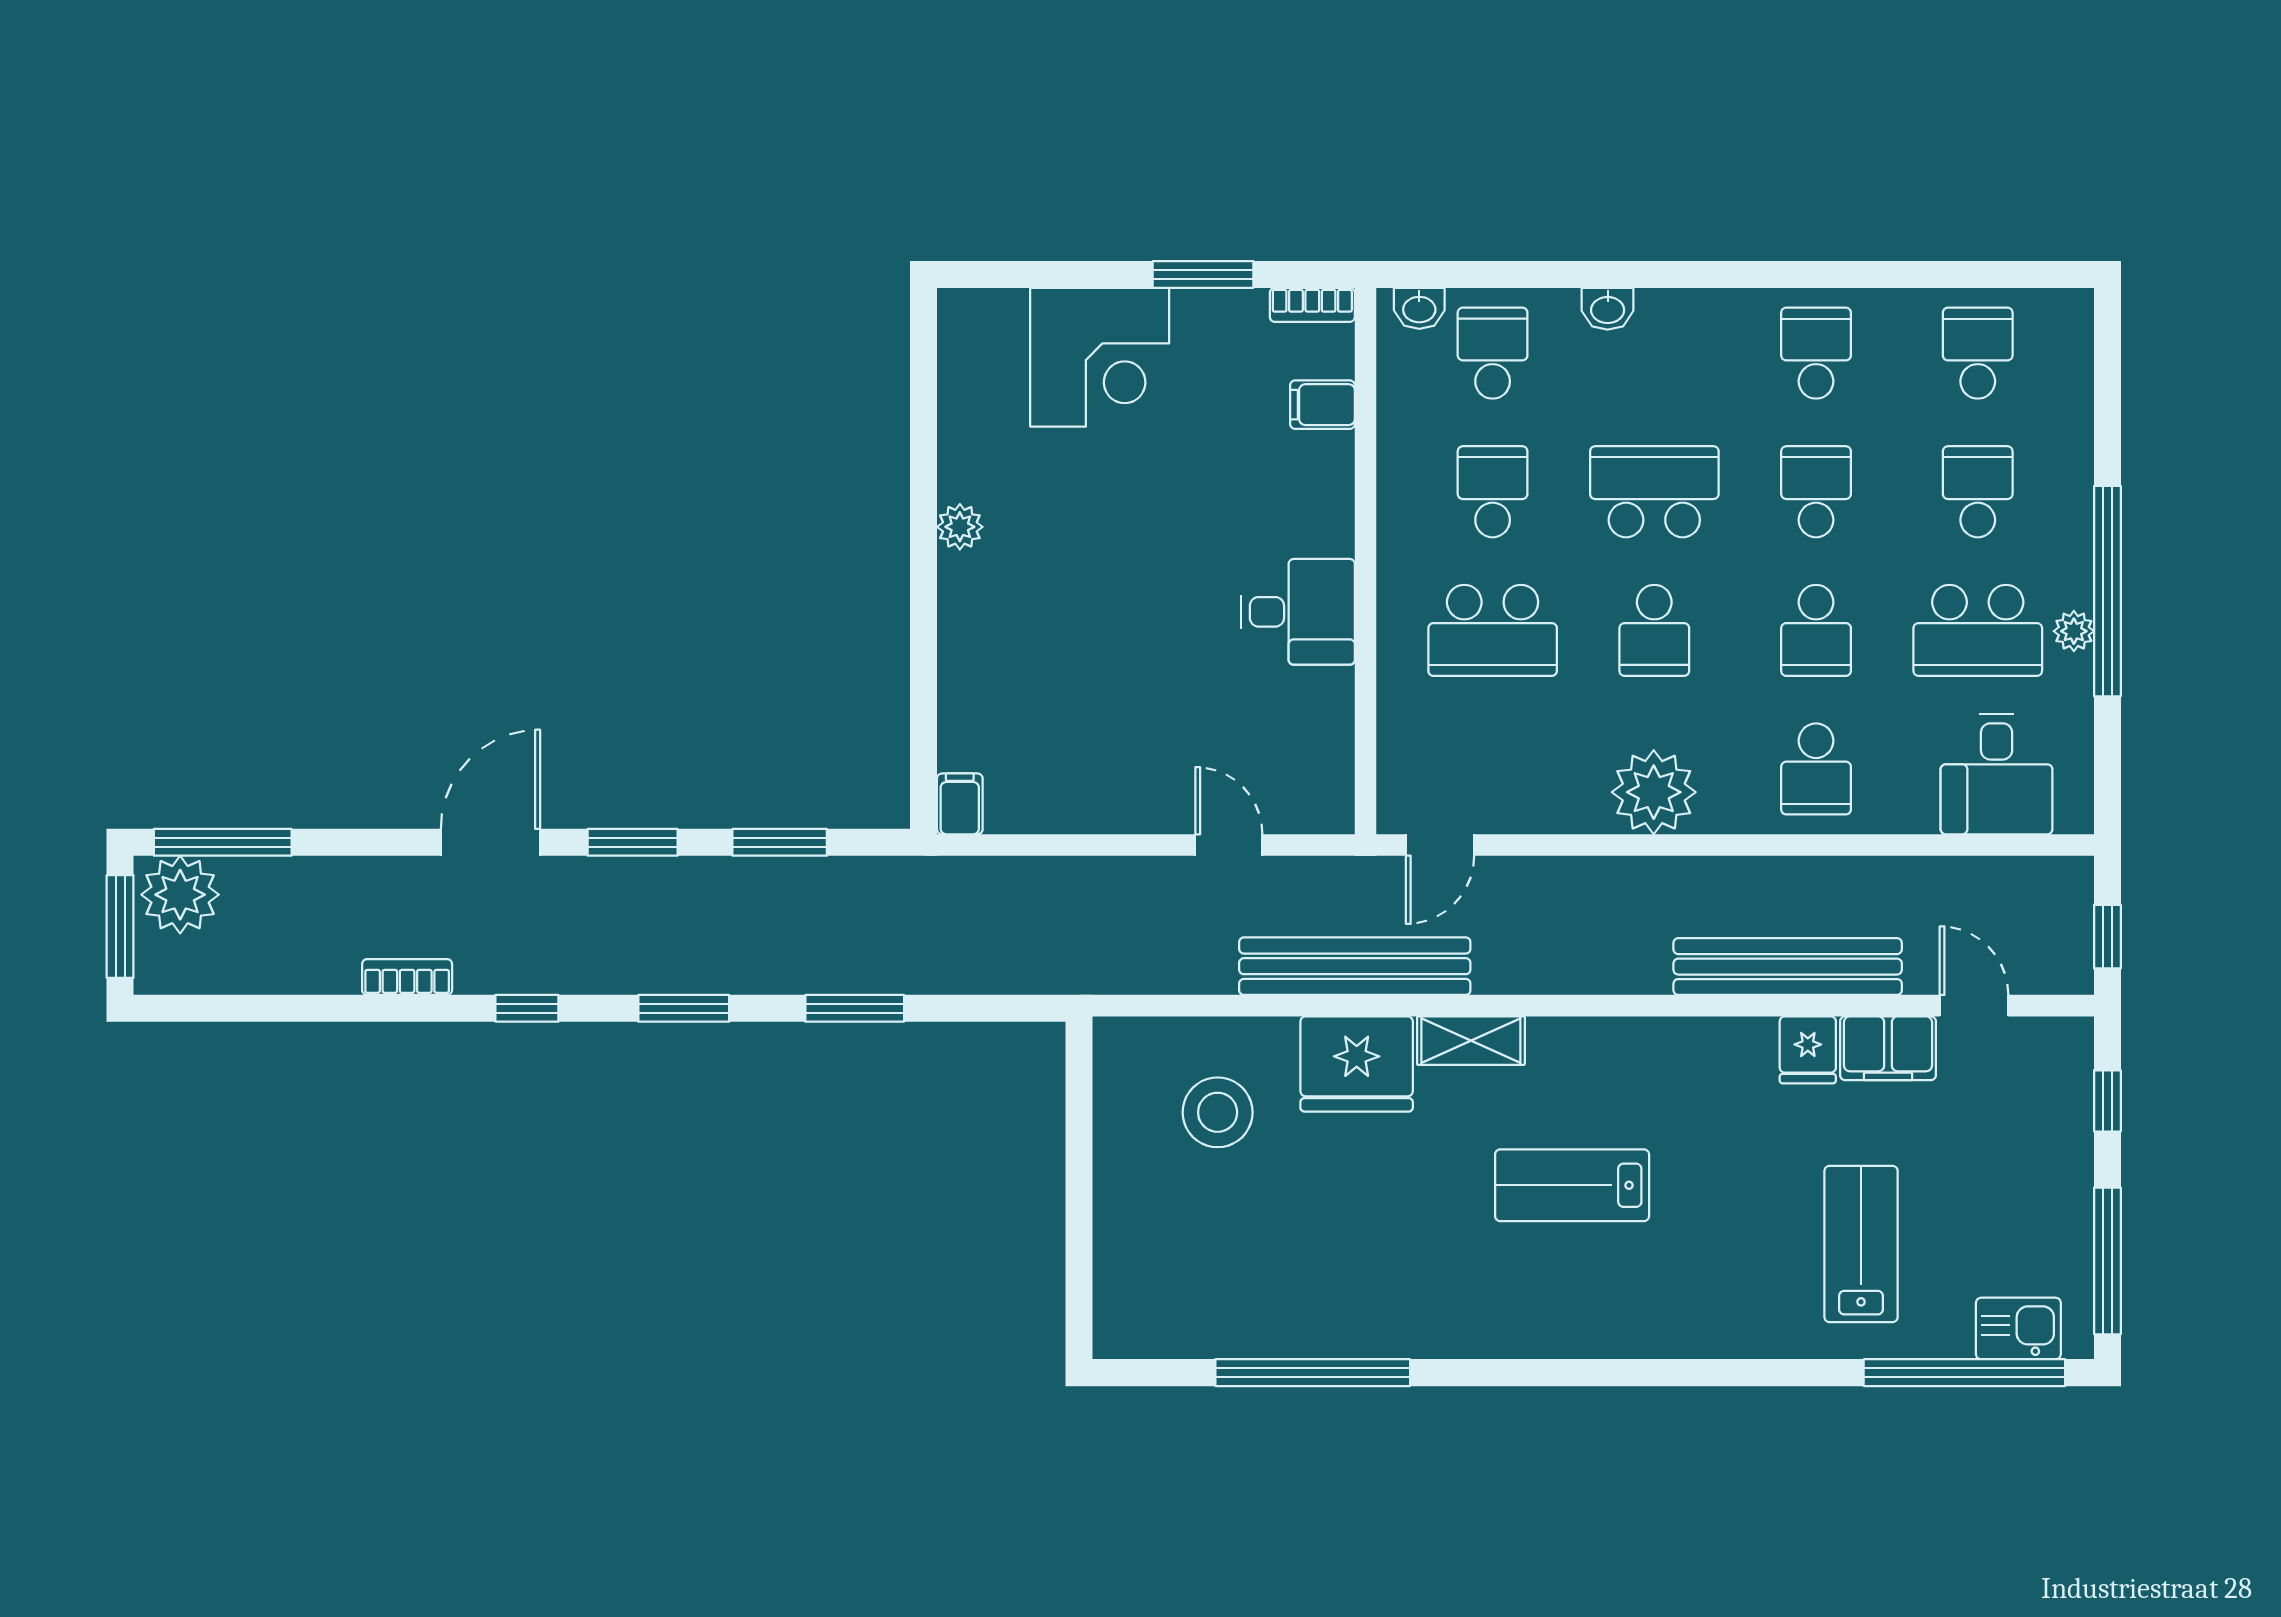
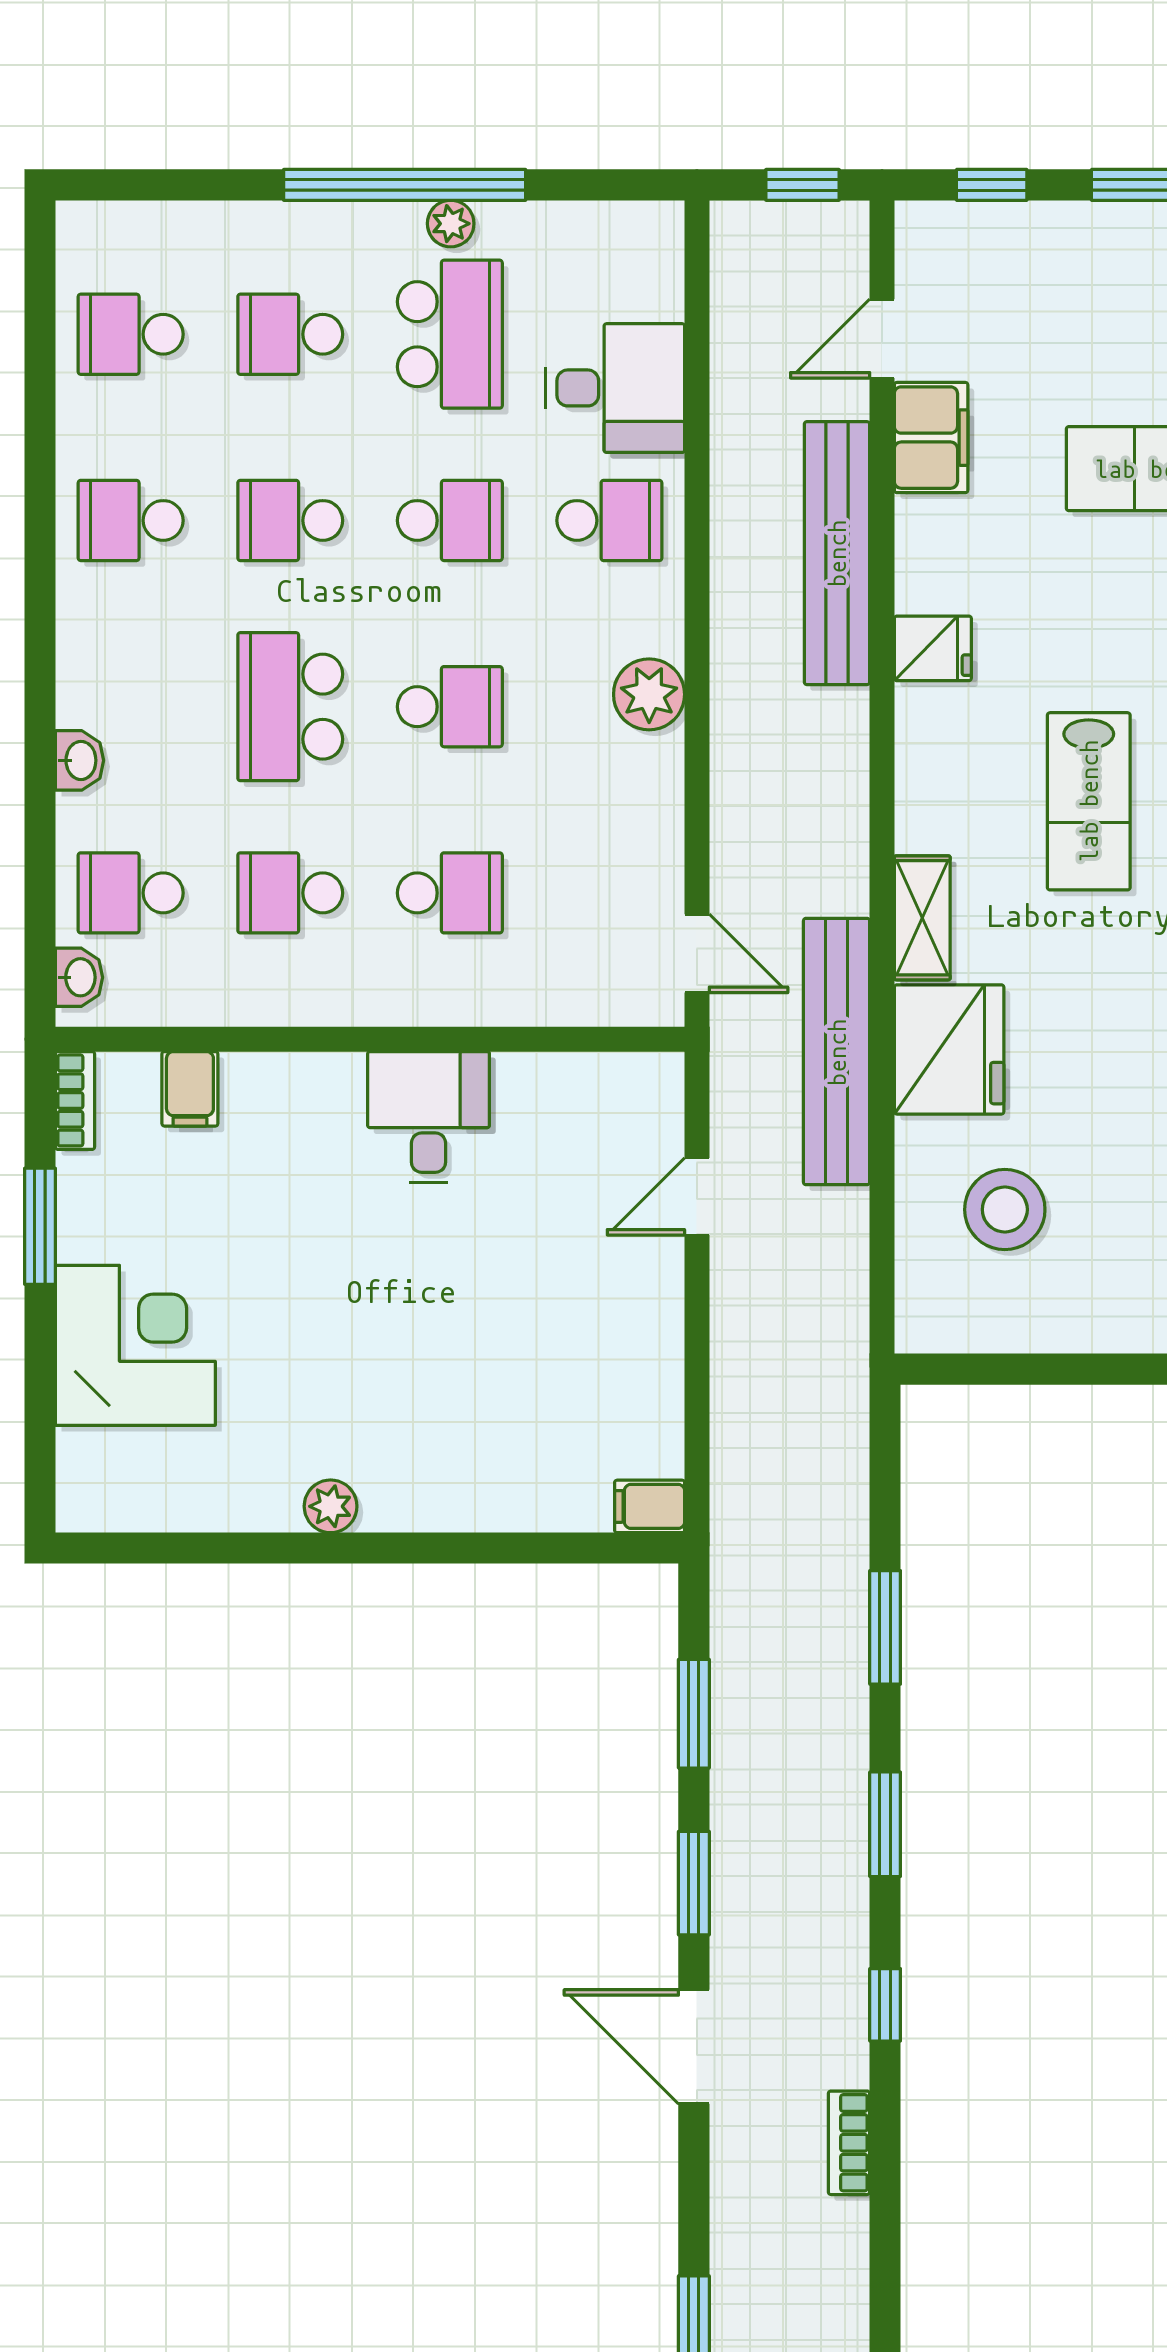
school desk: (1493, 630) -> (450, 893), width x0.54
desk: (1997, 774) -> (615, 388), moved
plant: (1654, 792) -> (649, 694), width x0.73, depth x0.73
fridge: (1808, 1050) -> (933, 648), moved

